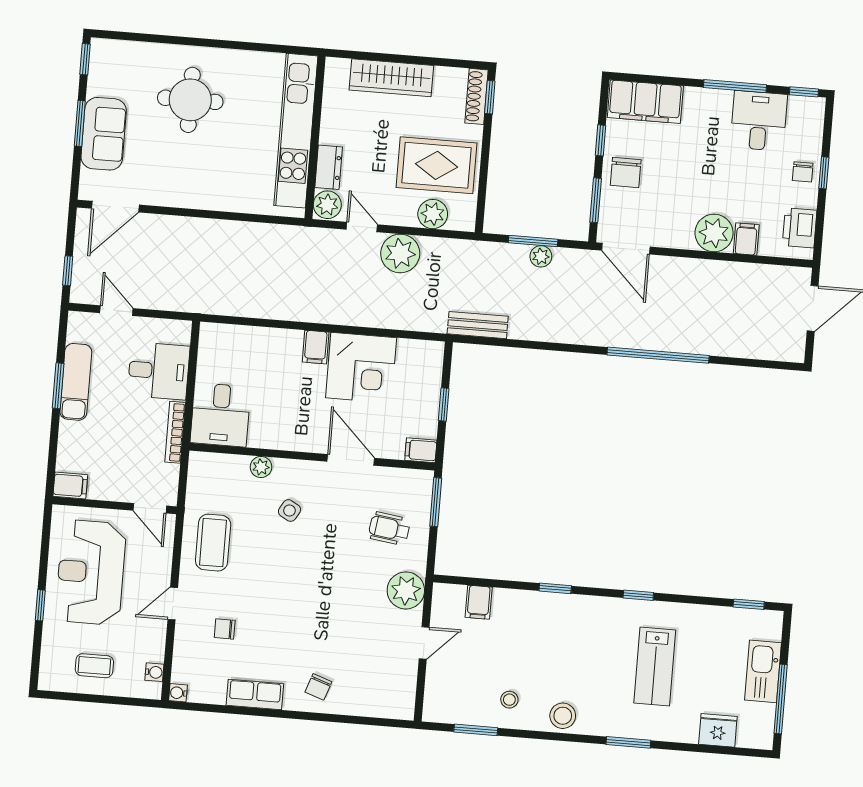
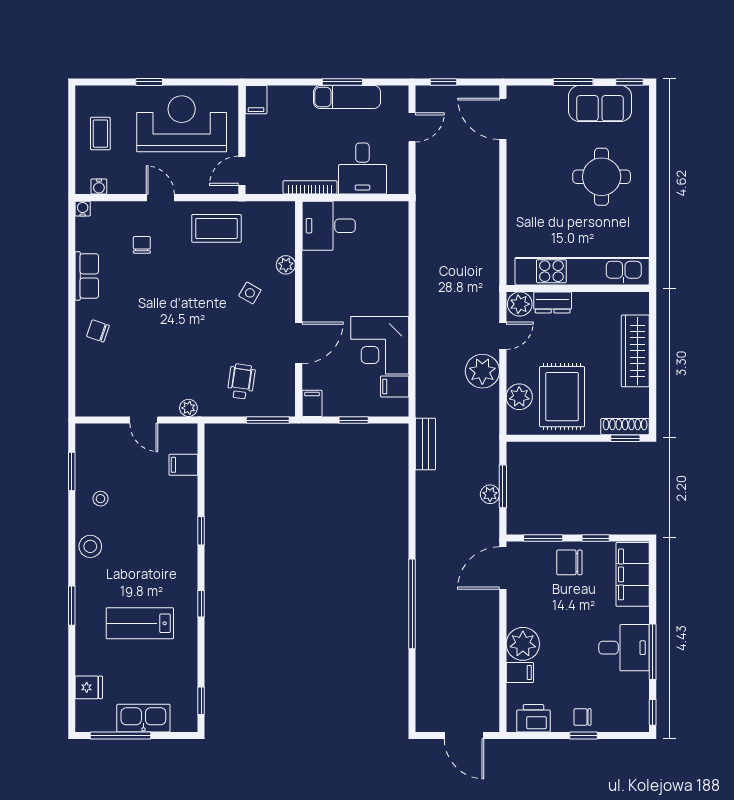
desk: (759, 121) -> (624, 648), moved
sofa: (104, 134) -> (600, 103), moved
filing cabinet: (316, 347) -> (395, 387), moved
plant: (406, 590) -> (188, 408), width x0.53, depth x0.53
fridge: (718, 730) -> (89, 687), width x0.72

